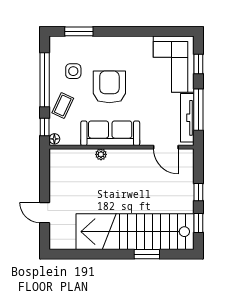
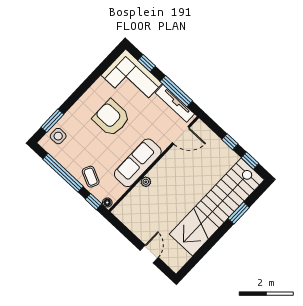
side table: (73, 71) -> (58, 136), moved
armchair: (109, 87) -> (111, 118), moved
door: (45, 213) -> (149, 254), swing flipped

